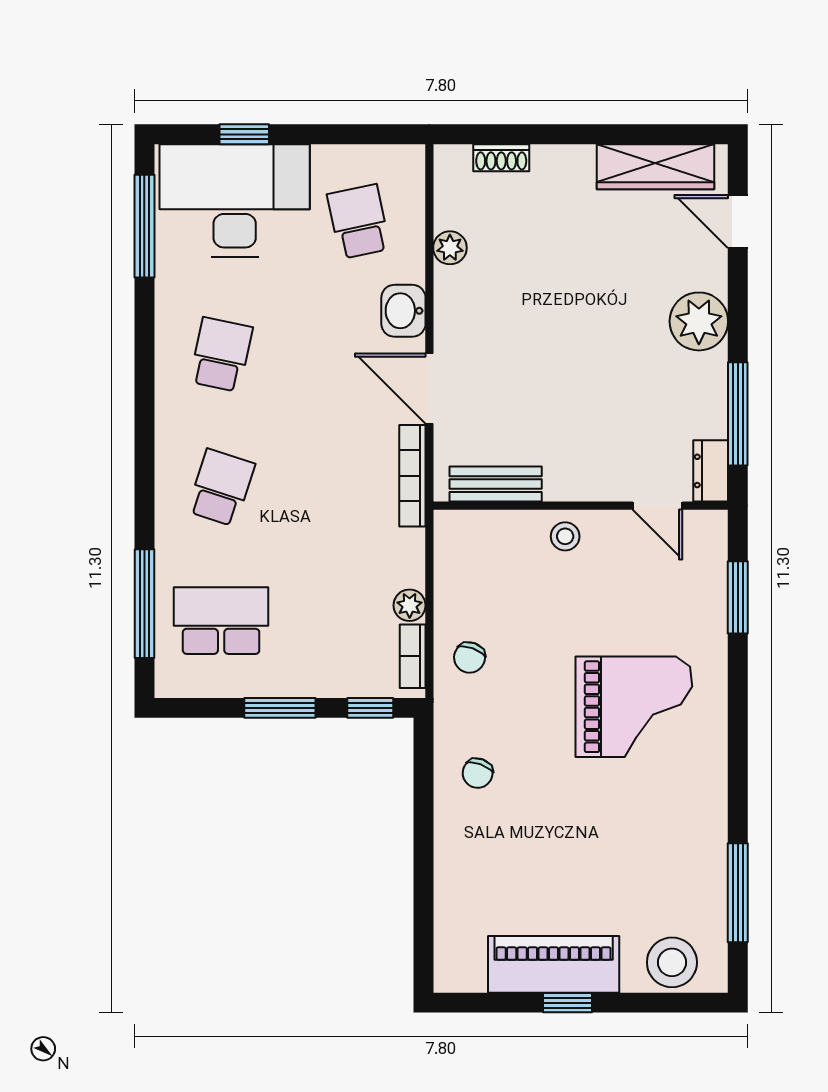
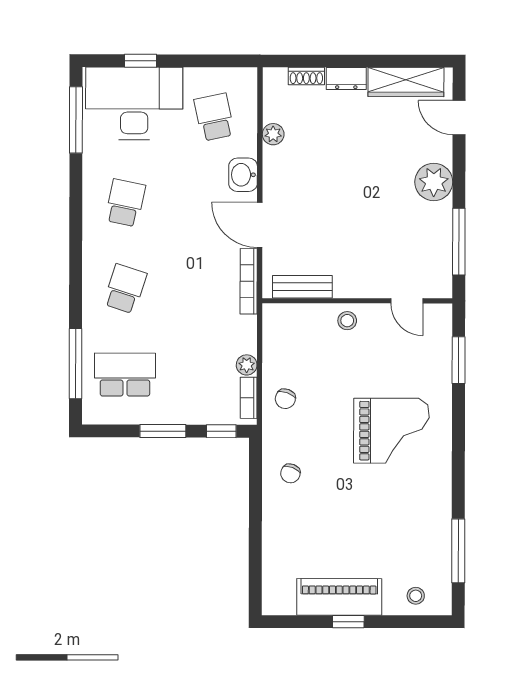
dresser: (711, 471) -> (346, 78), moved, turned -90
stool: (672, 962) -> (416, 596), width x0.53, depth x0.53

